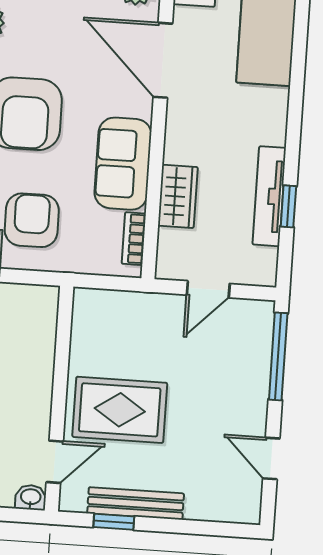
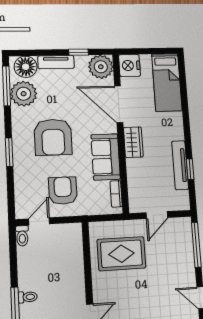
wardrobe: (178, 196) -> (133, 142), moved
rug: (120, 410) -> (121, 254), moved

